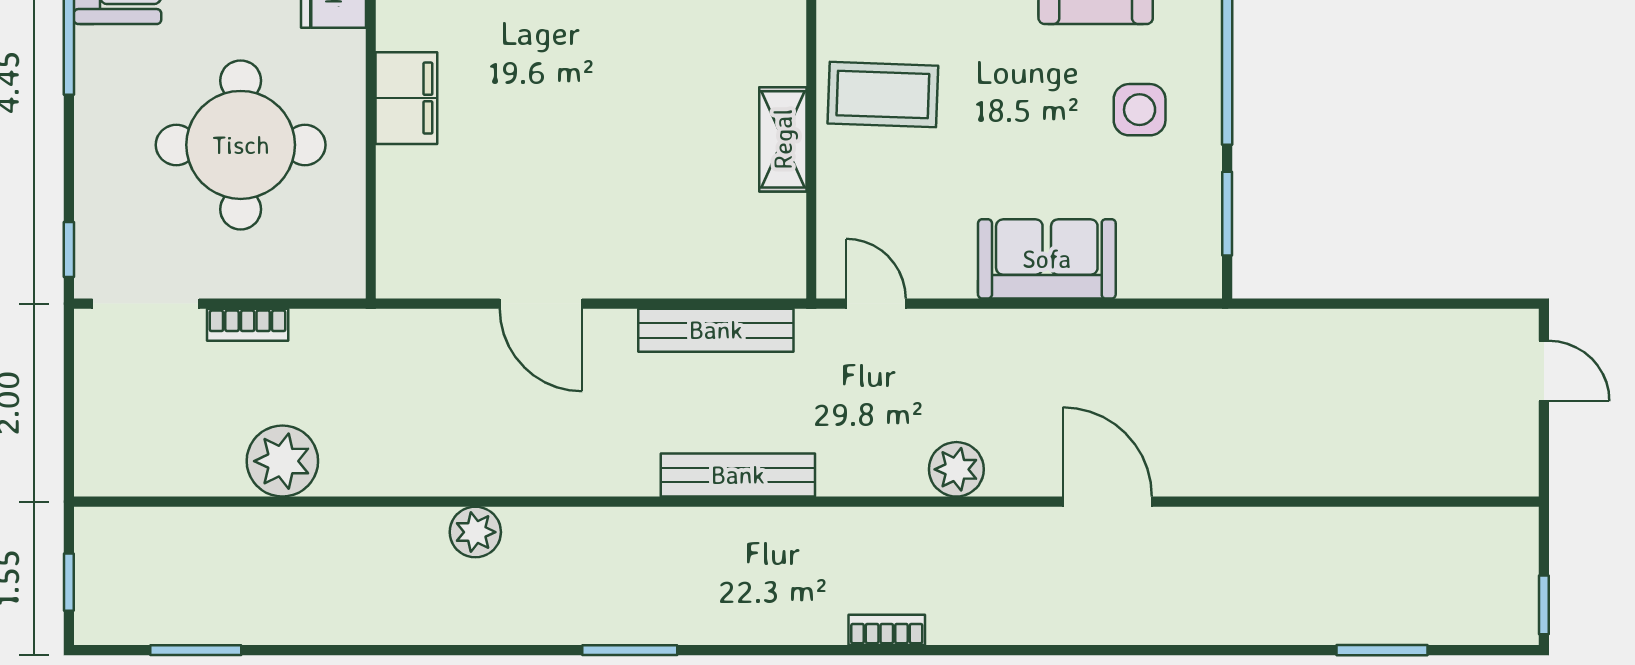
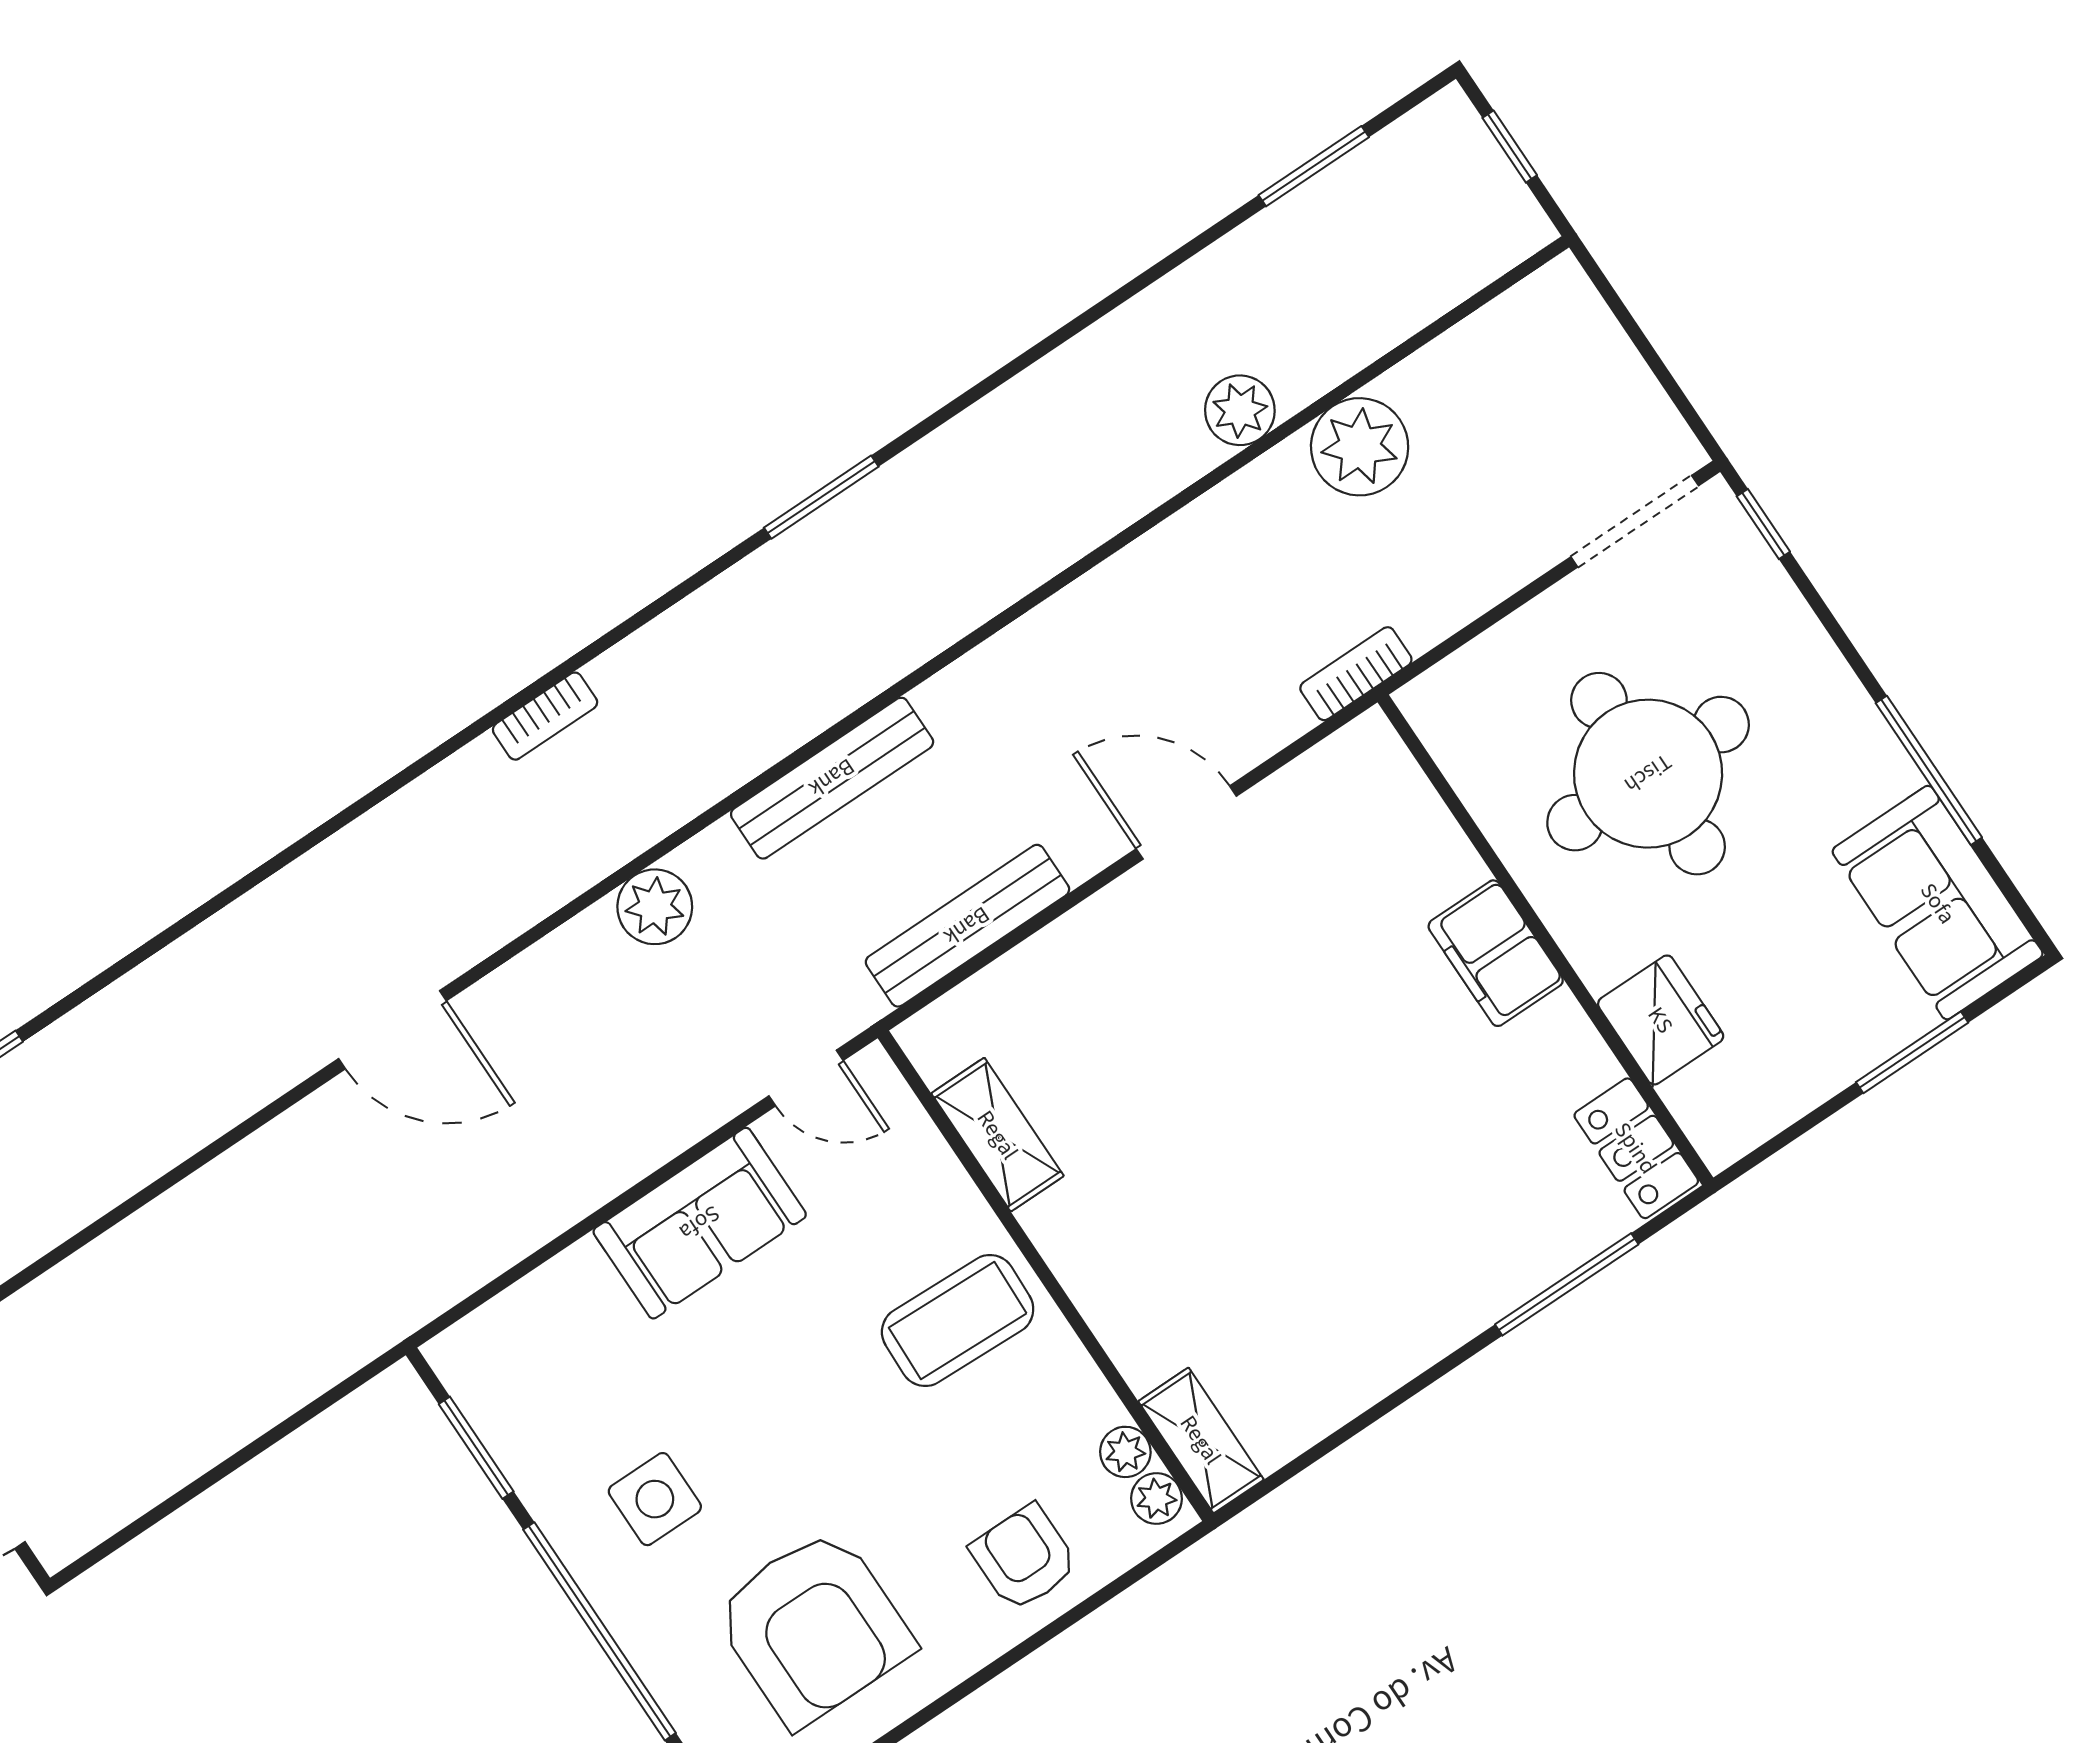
shelving: (783, 139) -> (998, 1135), moved
sofa: (1047, 259) -> (700, 1223), moved
bookcase: (248, 325) -> (1356, 674), moved
plant: (956, 469) -> (655, 907), moved
plant: (475, 532) -> (1240, 410), moved

